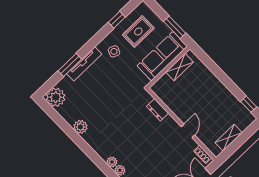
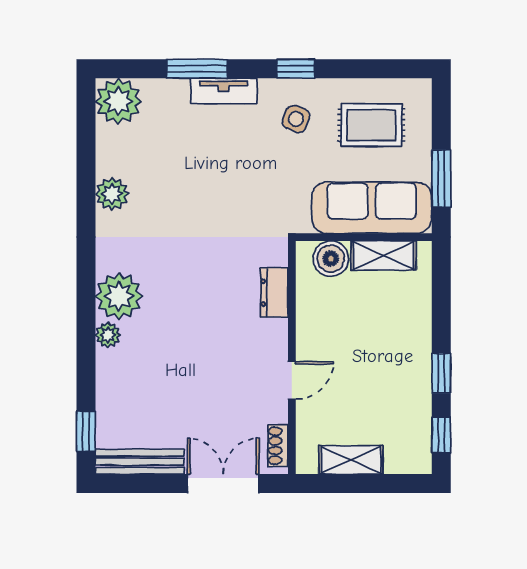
window: (117, 20) -> (296, 69), moved
tv unit: (84, 64) -> (224, 91), width x0.71
boiler: (165, 83) -> (331, 259), added
window: (231, 86) -> (441, 373), added
plant: (112, 162) -> (119, 296), width x1.87, depth x1.87

